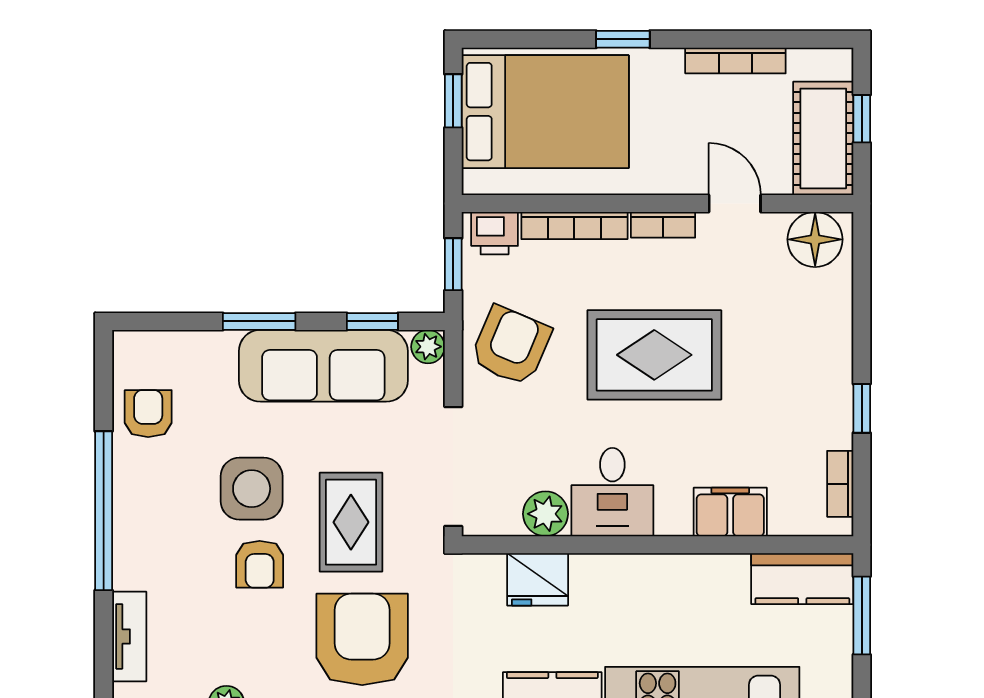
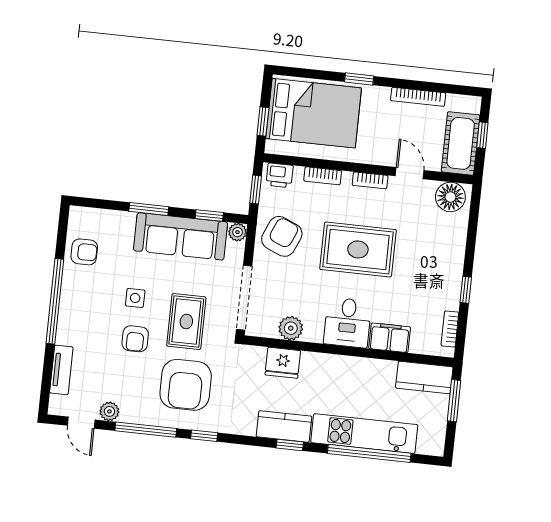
window: (453, 101) -> (263, 121), moved
bookcase: (574, 226) -> (323, 176), width x0.64
armchair: (148, 414) -> (84, 252), turned 90
side table: (252, 489) -> (135, 298), width x0.54, depth x0.54
desk: (612, 492) -> (348, 322), moved
armchair: (362, 639) -> (186, 385), turned 180

